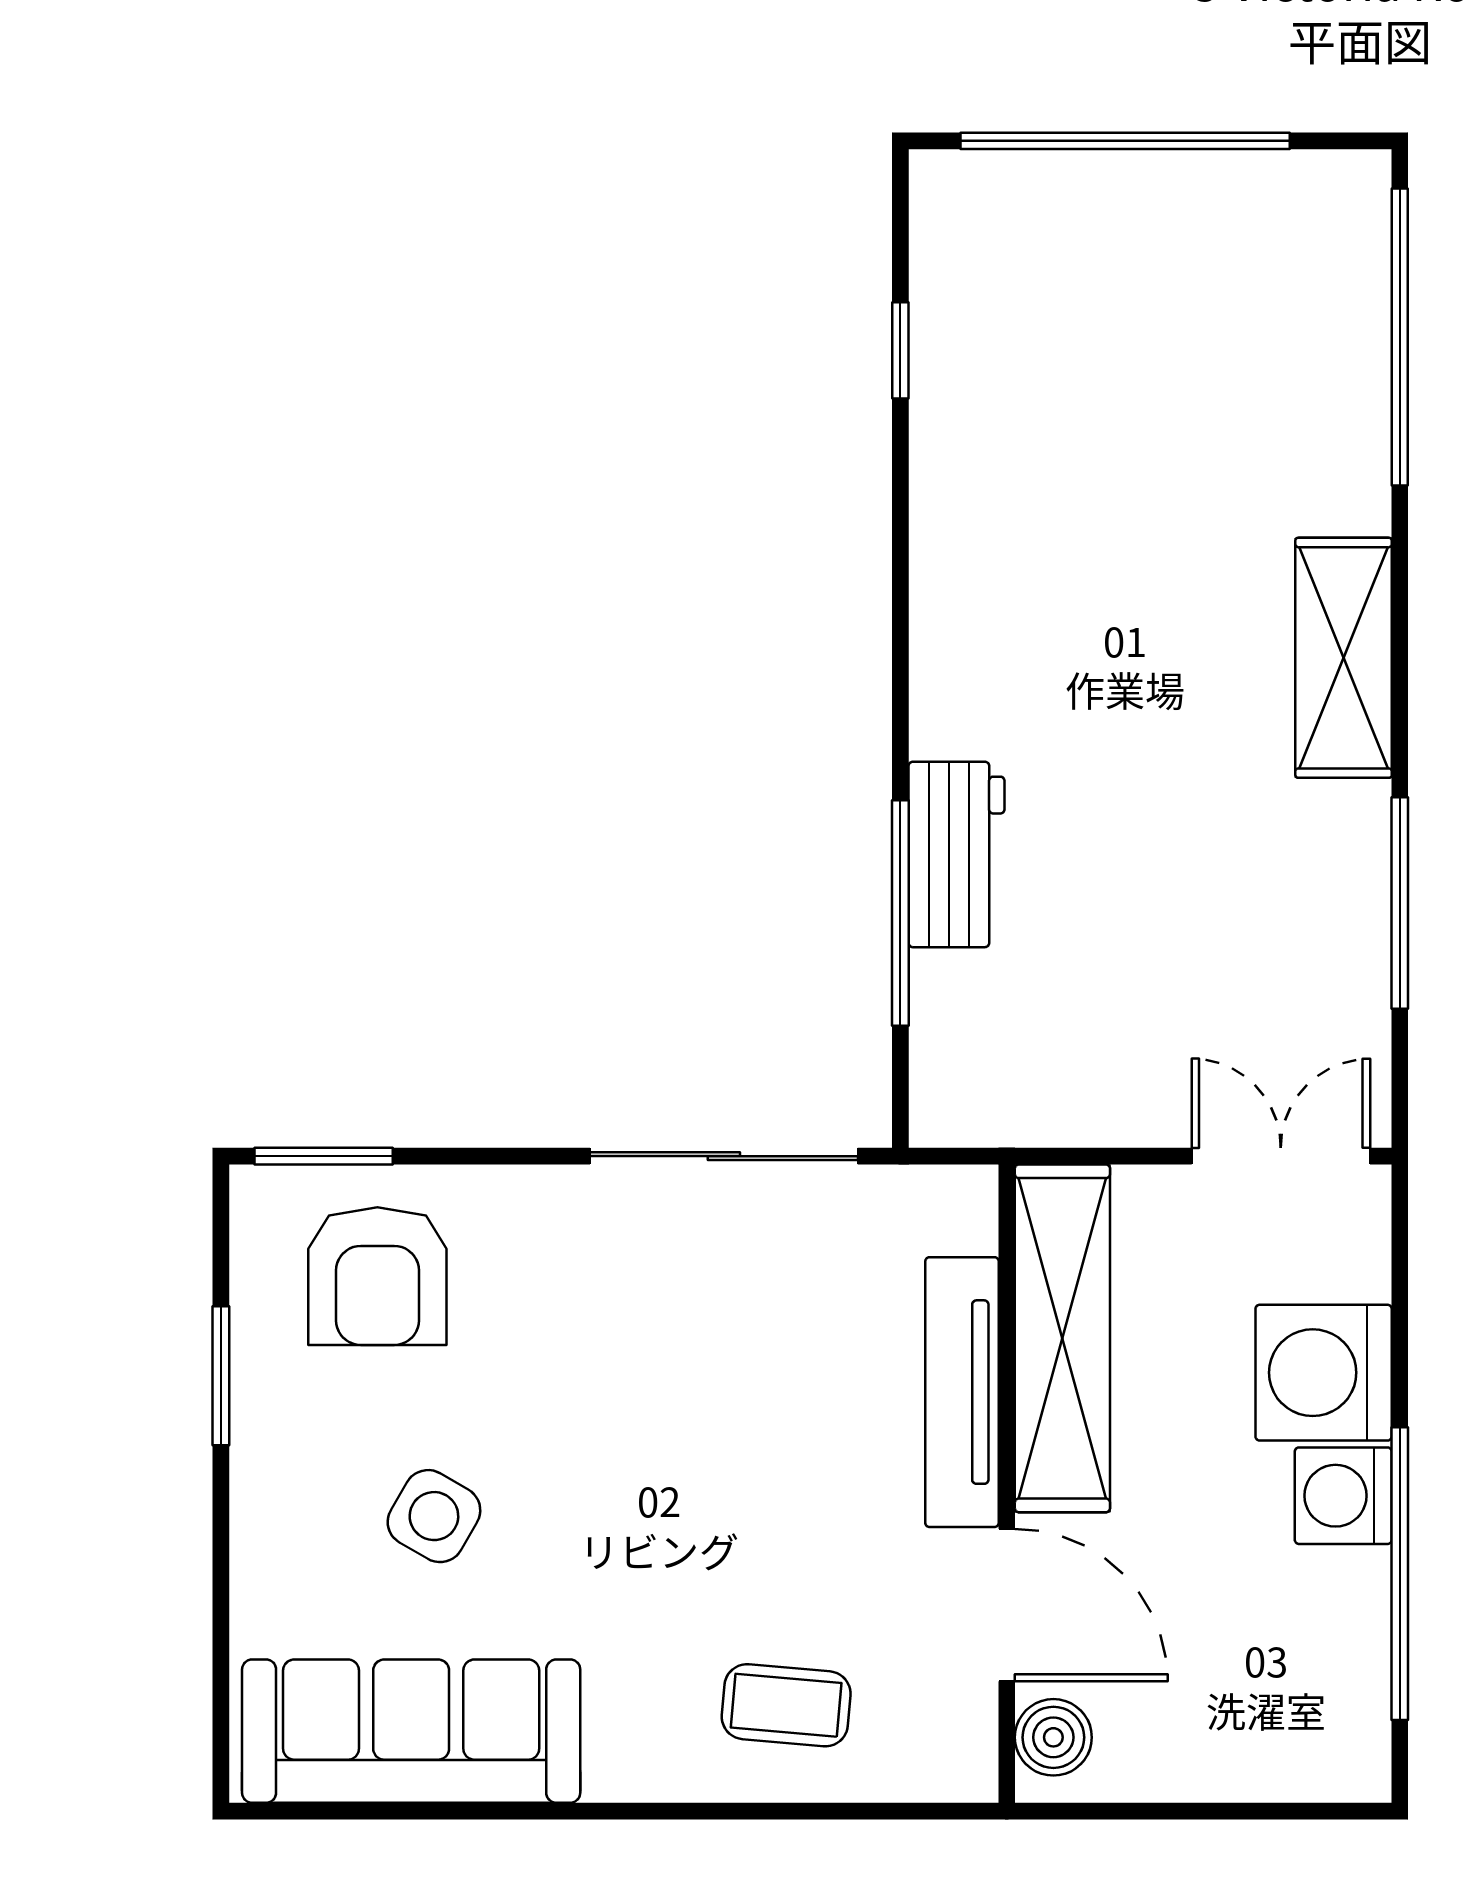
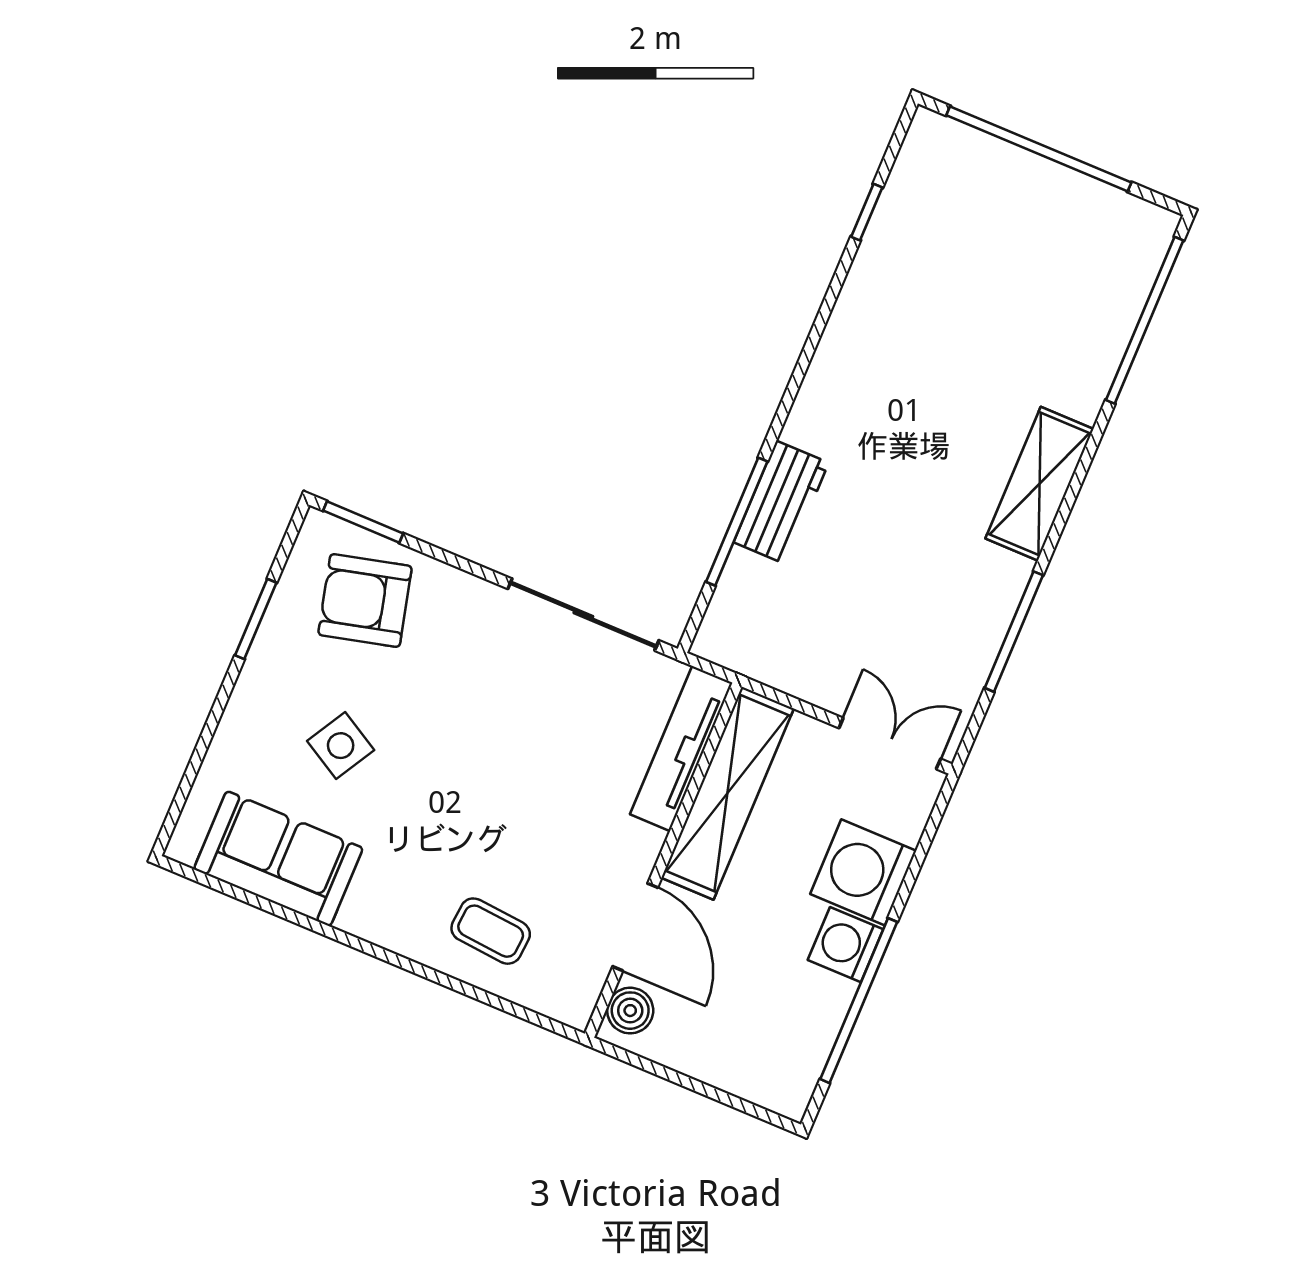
armchair: (377, 1276) -> (365, 600), turned 76
tv unit: (962, 1392) -> (681, 748), moved
sofa: (411, 1731) -> (278, 859), width x0.73

